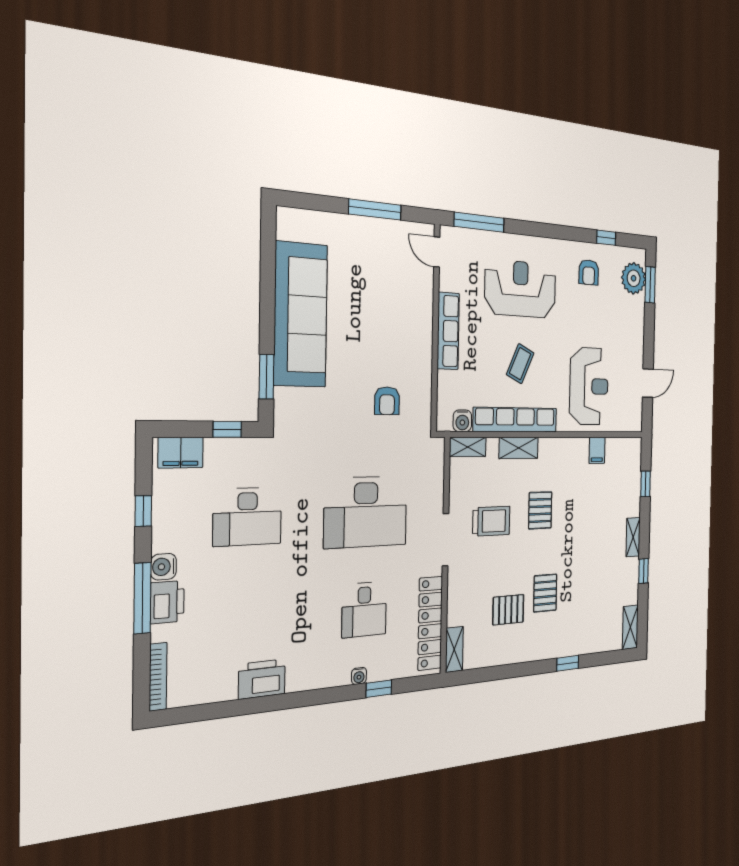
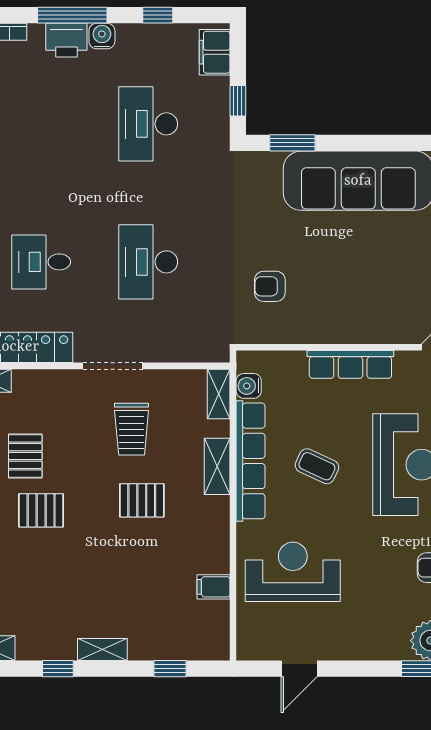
door: (648, 383) -> (299, 669), hinge flipped
reception desk: (589, 386) -> (293, 572), turned 180
desk: (366, 512) -> (148, 262), width x0.73, depth x0.77

